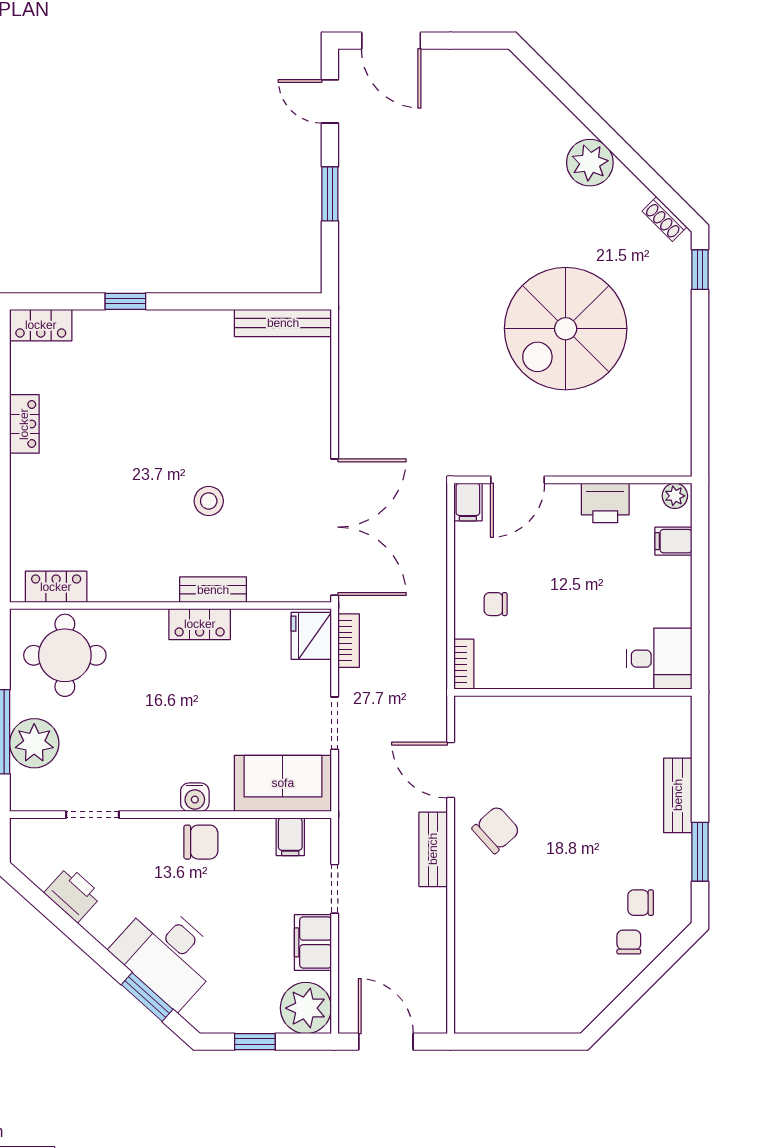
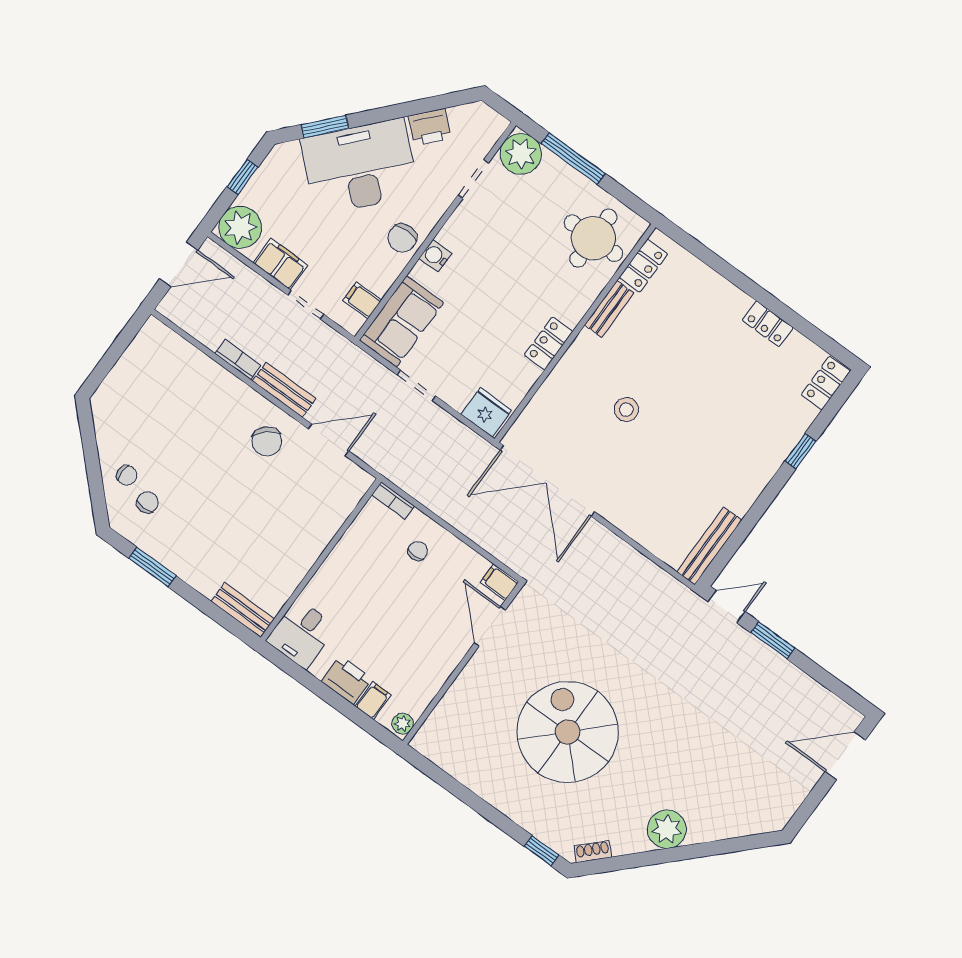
door: (330, 101) -> (727, 607), moved
printer: (605, 503) -> (347, 680), moved, turned 90
bench: (213, 590) -> (609, 309), moved
bookcase: (349, 641) -> (238, 360), moved, turned 180
plant: (34, 743) -> (521, 154), moved
bench: (678, 795) -> (243, 610), moved
desk: (167, 954) -> (360, 167), width x1.36, depth x1.30

